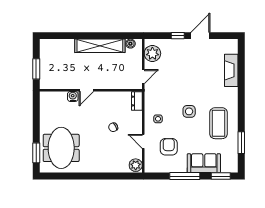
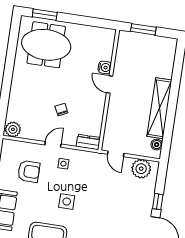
door: (143, 141) -> (53, 144), moved

